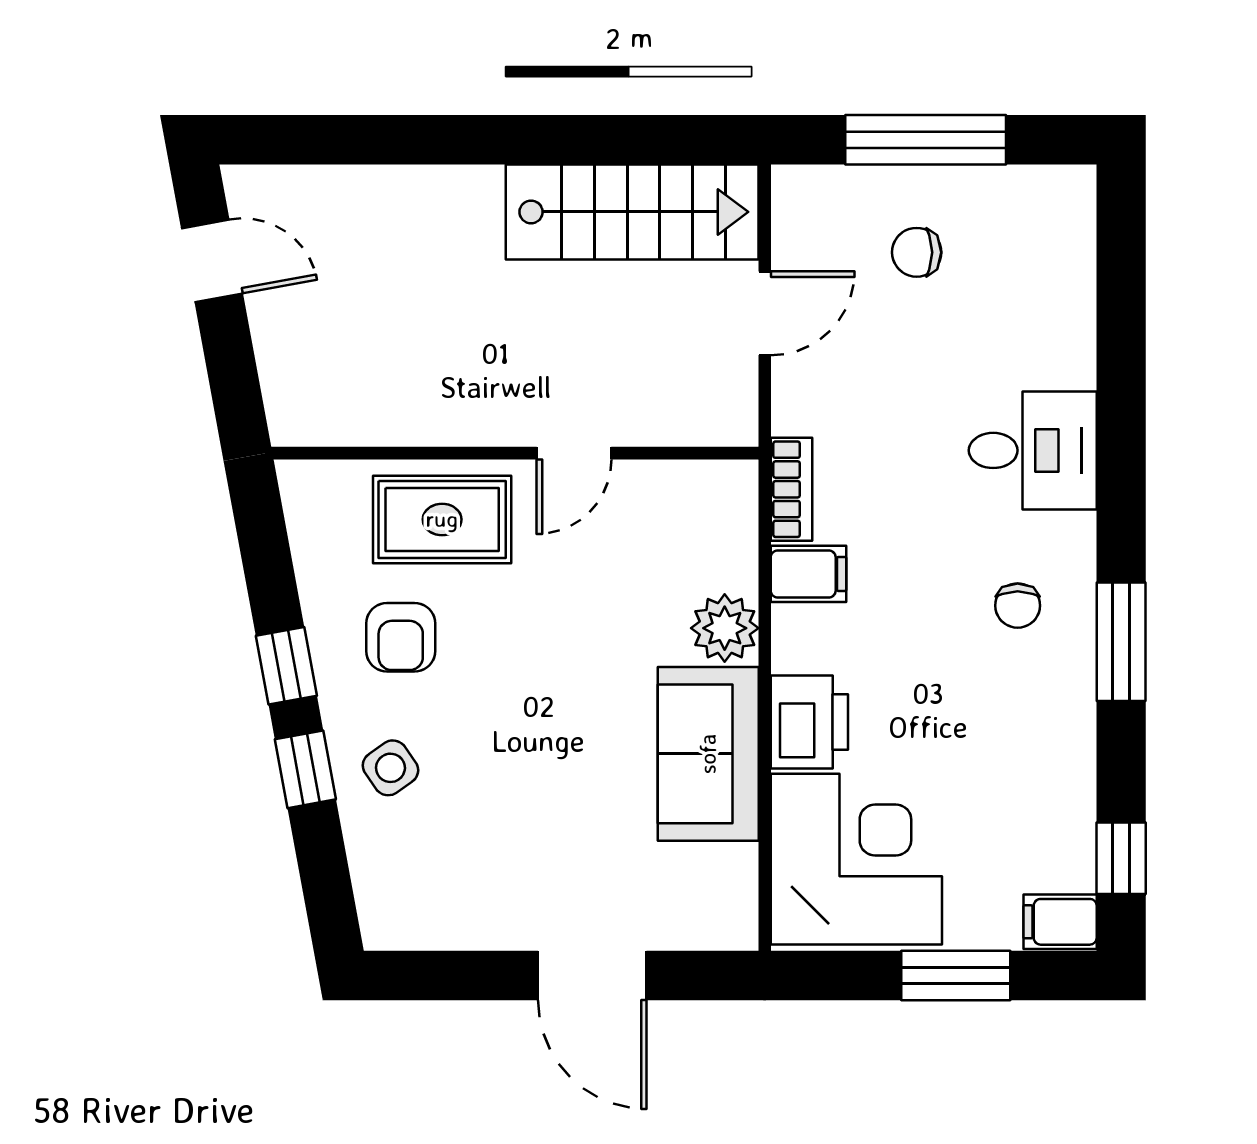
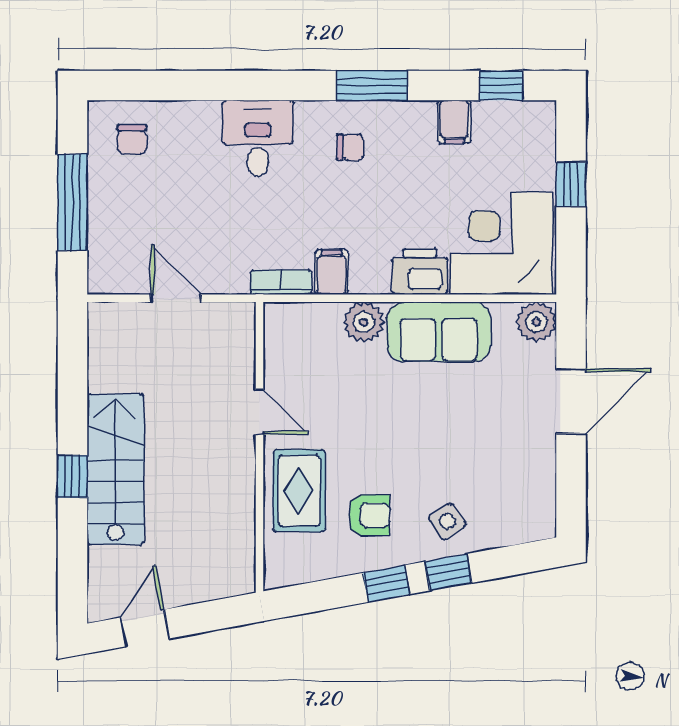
window: (466, 140) -> (72, 476), added
stairs: (632, 212) -> (116, 469), moved
chair: (917, 252) -> (132, 139), moved
plant: (725, 917) -> (536, 322), added
filing cabinet: (1060, 922) -> (454, 122), moved
window: (956, 975) -> (571, 184), width x0.67

